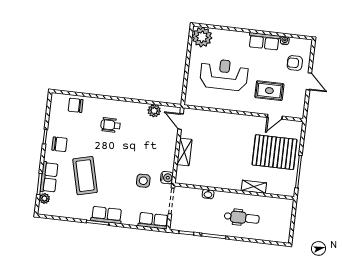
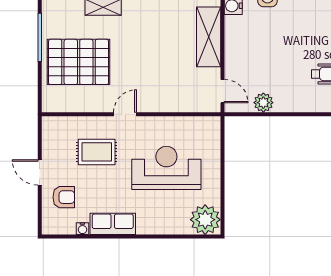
reception desk: (224, 75) -> (166, 168), turned 180
door: (275, 117) -> (125, 114), moved
shelving: (184, 152) -> (209, 37), width x1.50, depth x1.33

